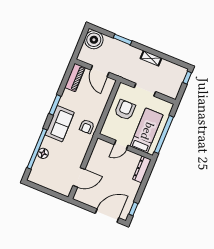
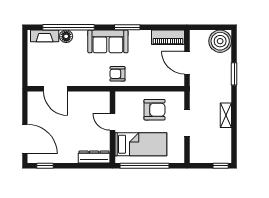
door: (100, 71) -> (187, 63), hinge flipped
fireplace: (36, 169) -> (45, 36), added

